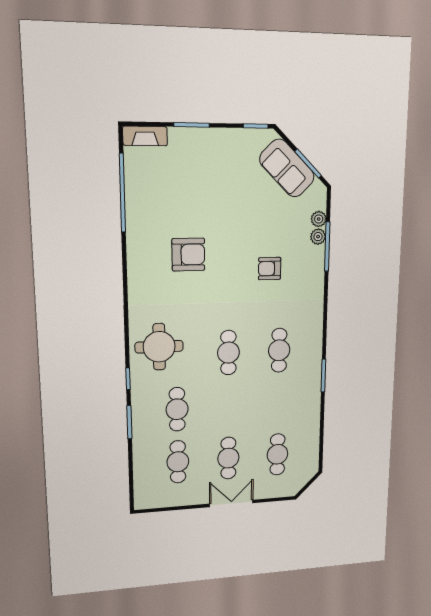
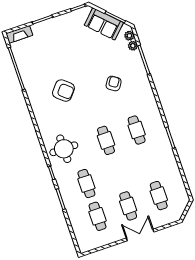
plant: (318, 237) -> (129, 36), moved
armchair: (188, 255) -> (63, 91), turned 40
armchair: (270, 269) -> (114, 83), turned 123

